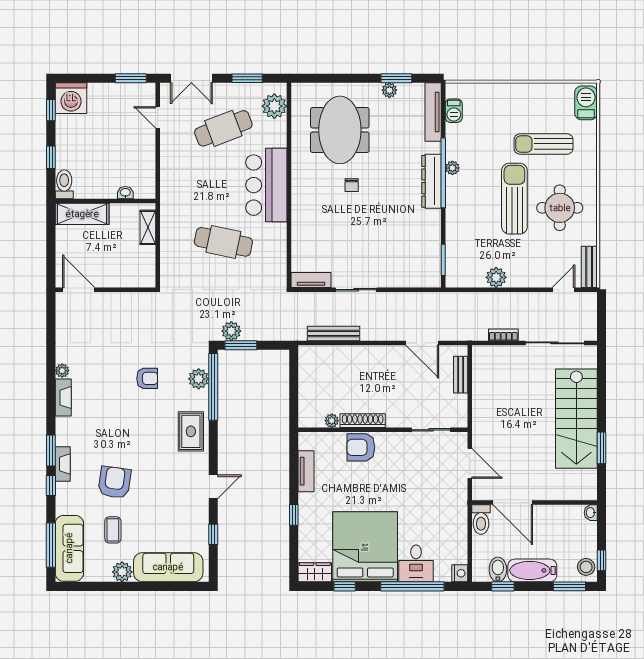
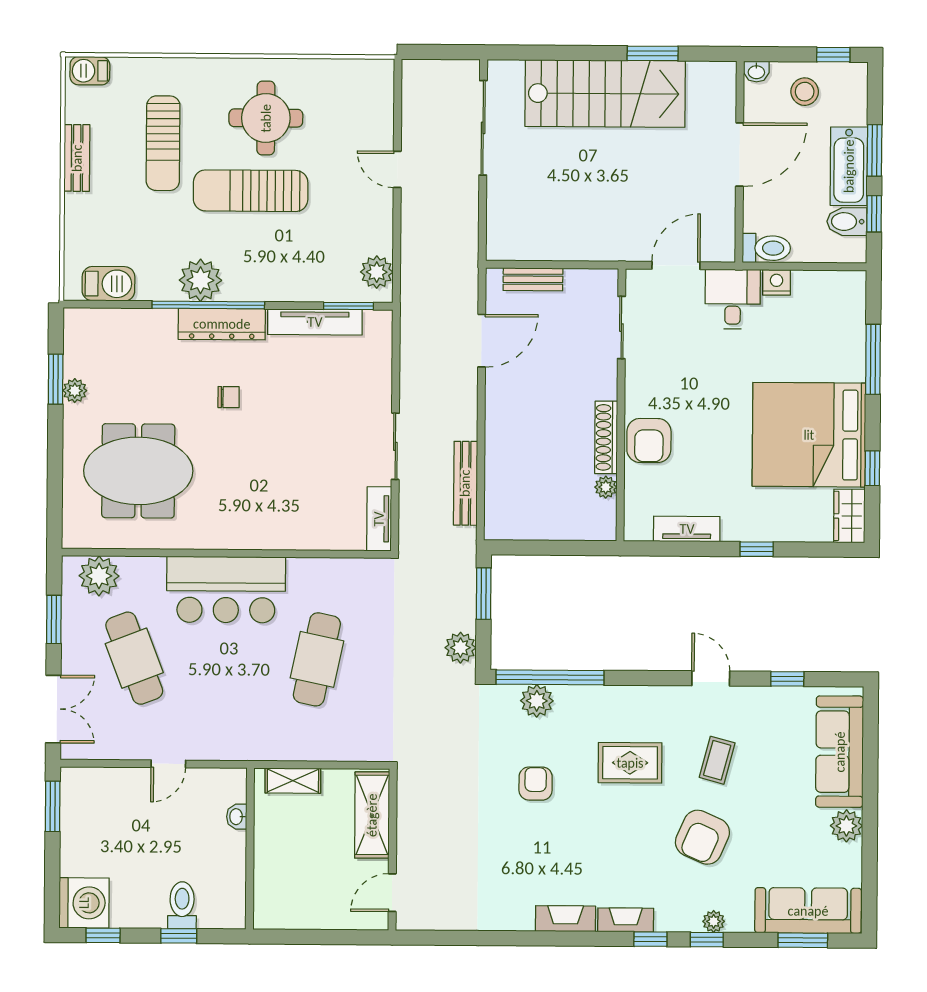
barbecue: (586, 103) -> (90, 71), width x0.73, depth x0.79
barbecue: (454, 111) -> (108, 284), width x1.38, depth x1.27
tv unit: (433, 112) -> (315, 322), moved
door: (158, 117) -> (168, 764), moved
plant: (452, 168) -> (200, 280), width x1.87, depth x1.87
toilet: (64, 184) -> (182, 905), moved, turned 90
chair: (352, 185) -> (229, 397), moved
shelving: (82, 214) -> (372, 815), moved
bench: (589, 267) -> (77, 158), moved, turned 90
plant: (496, 277) -> (377, 272), moved
door: (79, 290) -> (392, 893), width x0.73
door: (563, 290) -> (397, 169), moved
bookcase: (503, 335) -> (470, 210), removed
window: (241, 345) -> (484, 594), moved
plant: (62, 371) -> (714, 921), moved
rug: (191, 431) -> (630, 763), moved
window: (51, 450) -> (650, 939), width x0.67
fireplace: (63, 464) -> (626, 920), moved
armchair: (114, 482) -> (702, 837), turned -74
door: (513, 502) -> (740, 155), moved
coffee table: (113, 530) -> (717, 760), moved, turned -75
window: (51, 545) -> (803, 940), width x0.69
desk: (416, 563) -> (733, 299), moved, turned -90
stool: (586, 567) -> (805, 92), moved
nightstand: (460, 573) -> (777, 282), moved
window: (412, 586) -> (873, 359), width x0.68
window: (569, 586) -> (875, 150), moved

